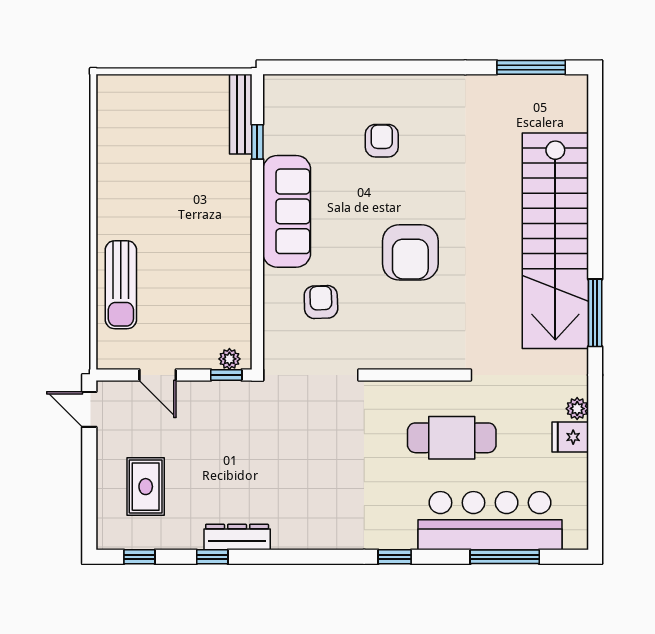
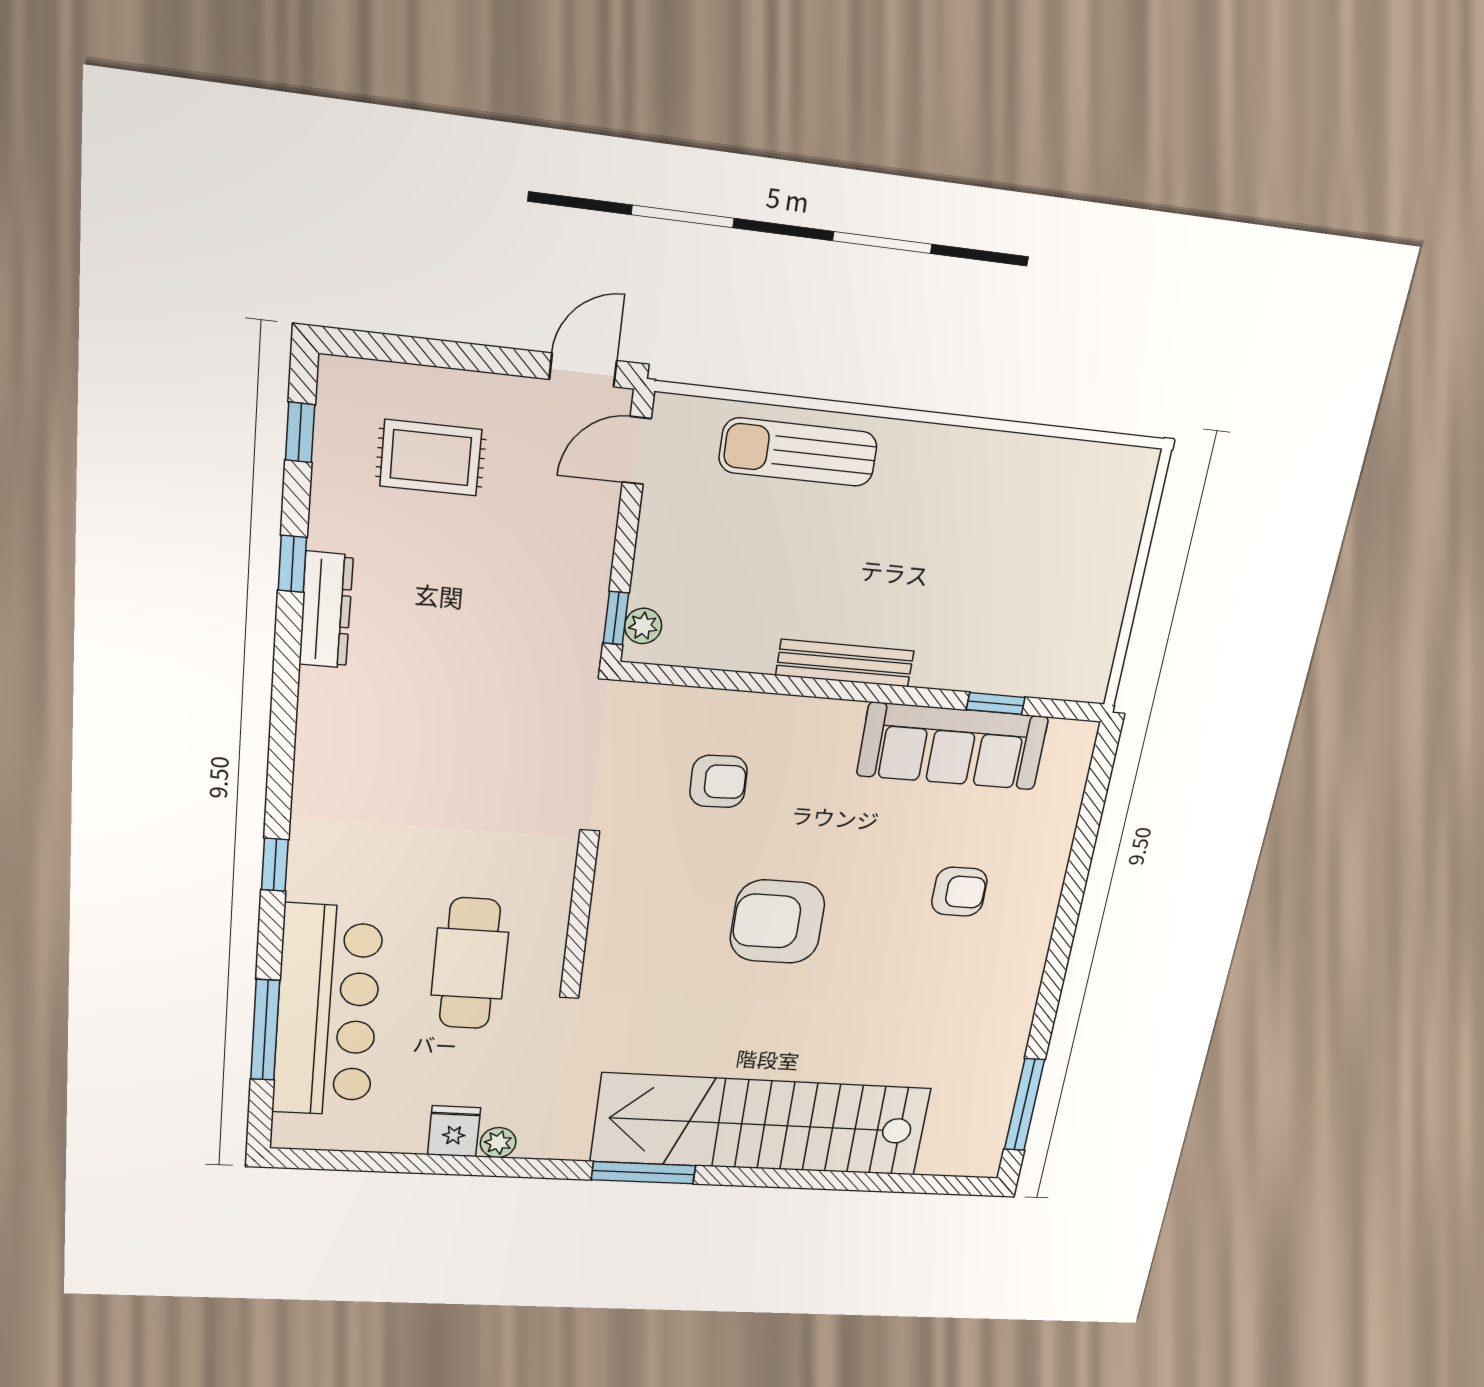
bench: (241, 114) -> (845, 663), moved
sofa: (287, 211) -> (953, 746), moved
door: (158, 375) -> (637, 451), moved

